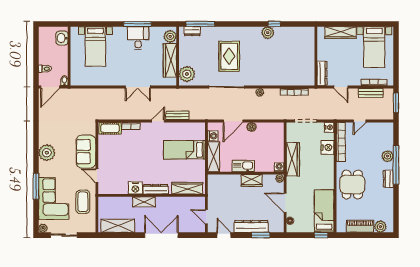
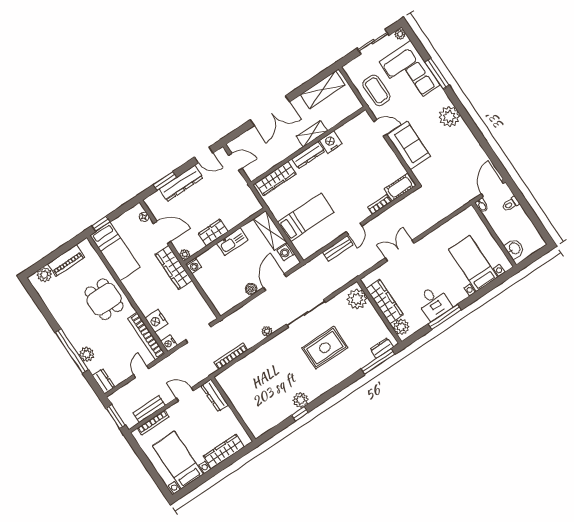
rug: (229, 56) -> (325, 348), turned 90
wardrobe: (293, 159) -> (174, 268), moved
dresser: (388, 179) -> (104, 381), moved

